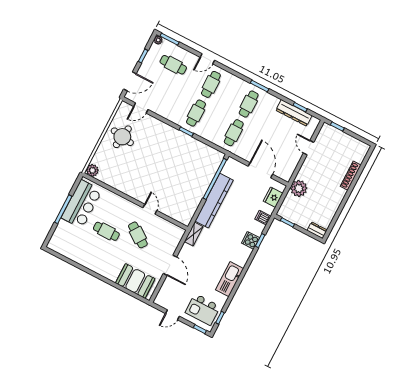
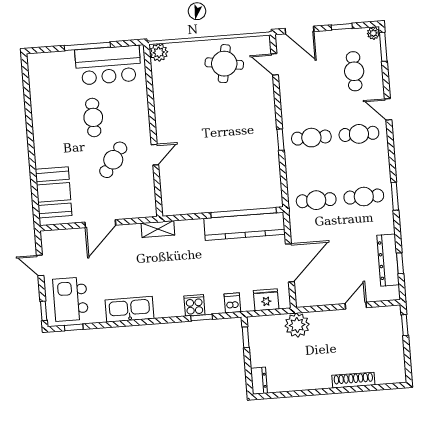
kitchen counter: (214, 201) -> (245, 226), moved

